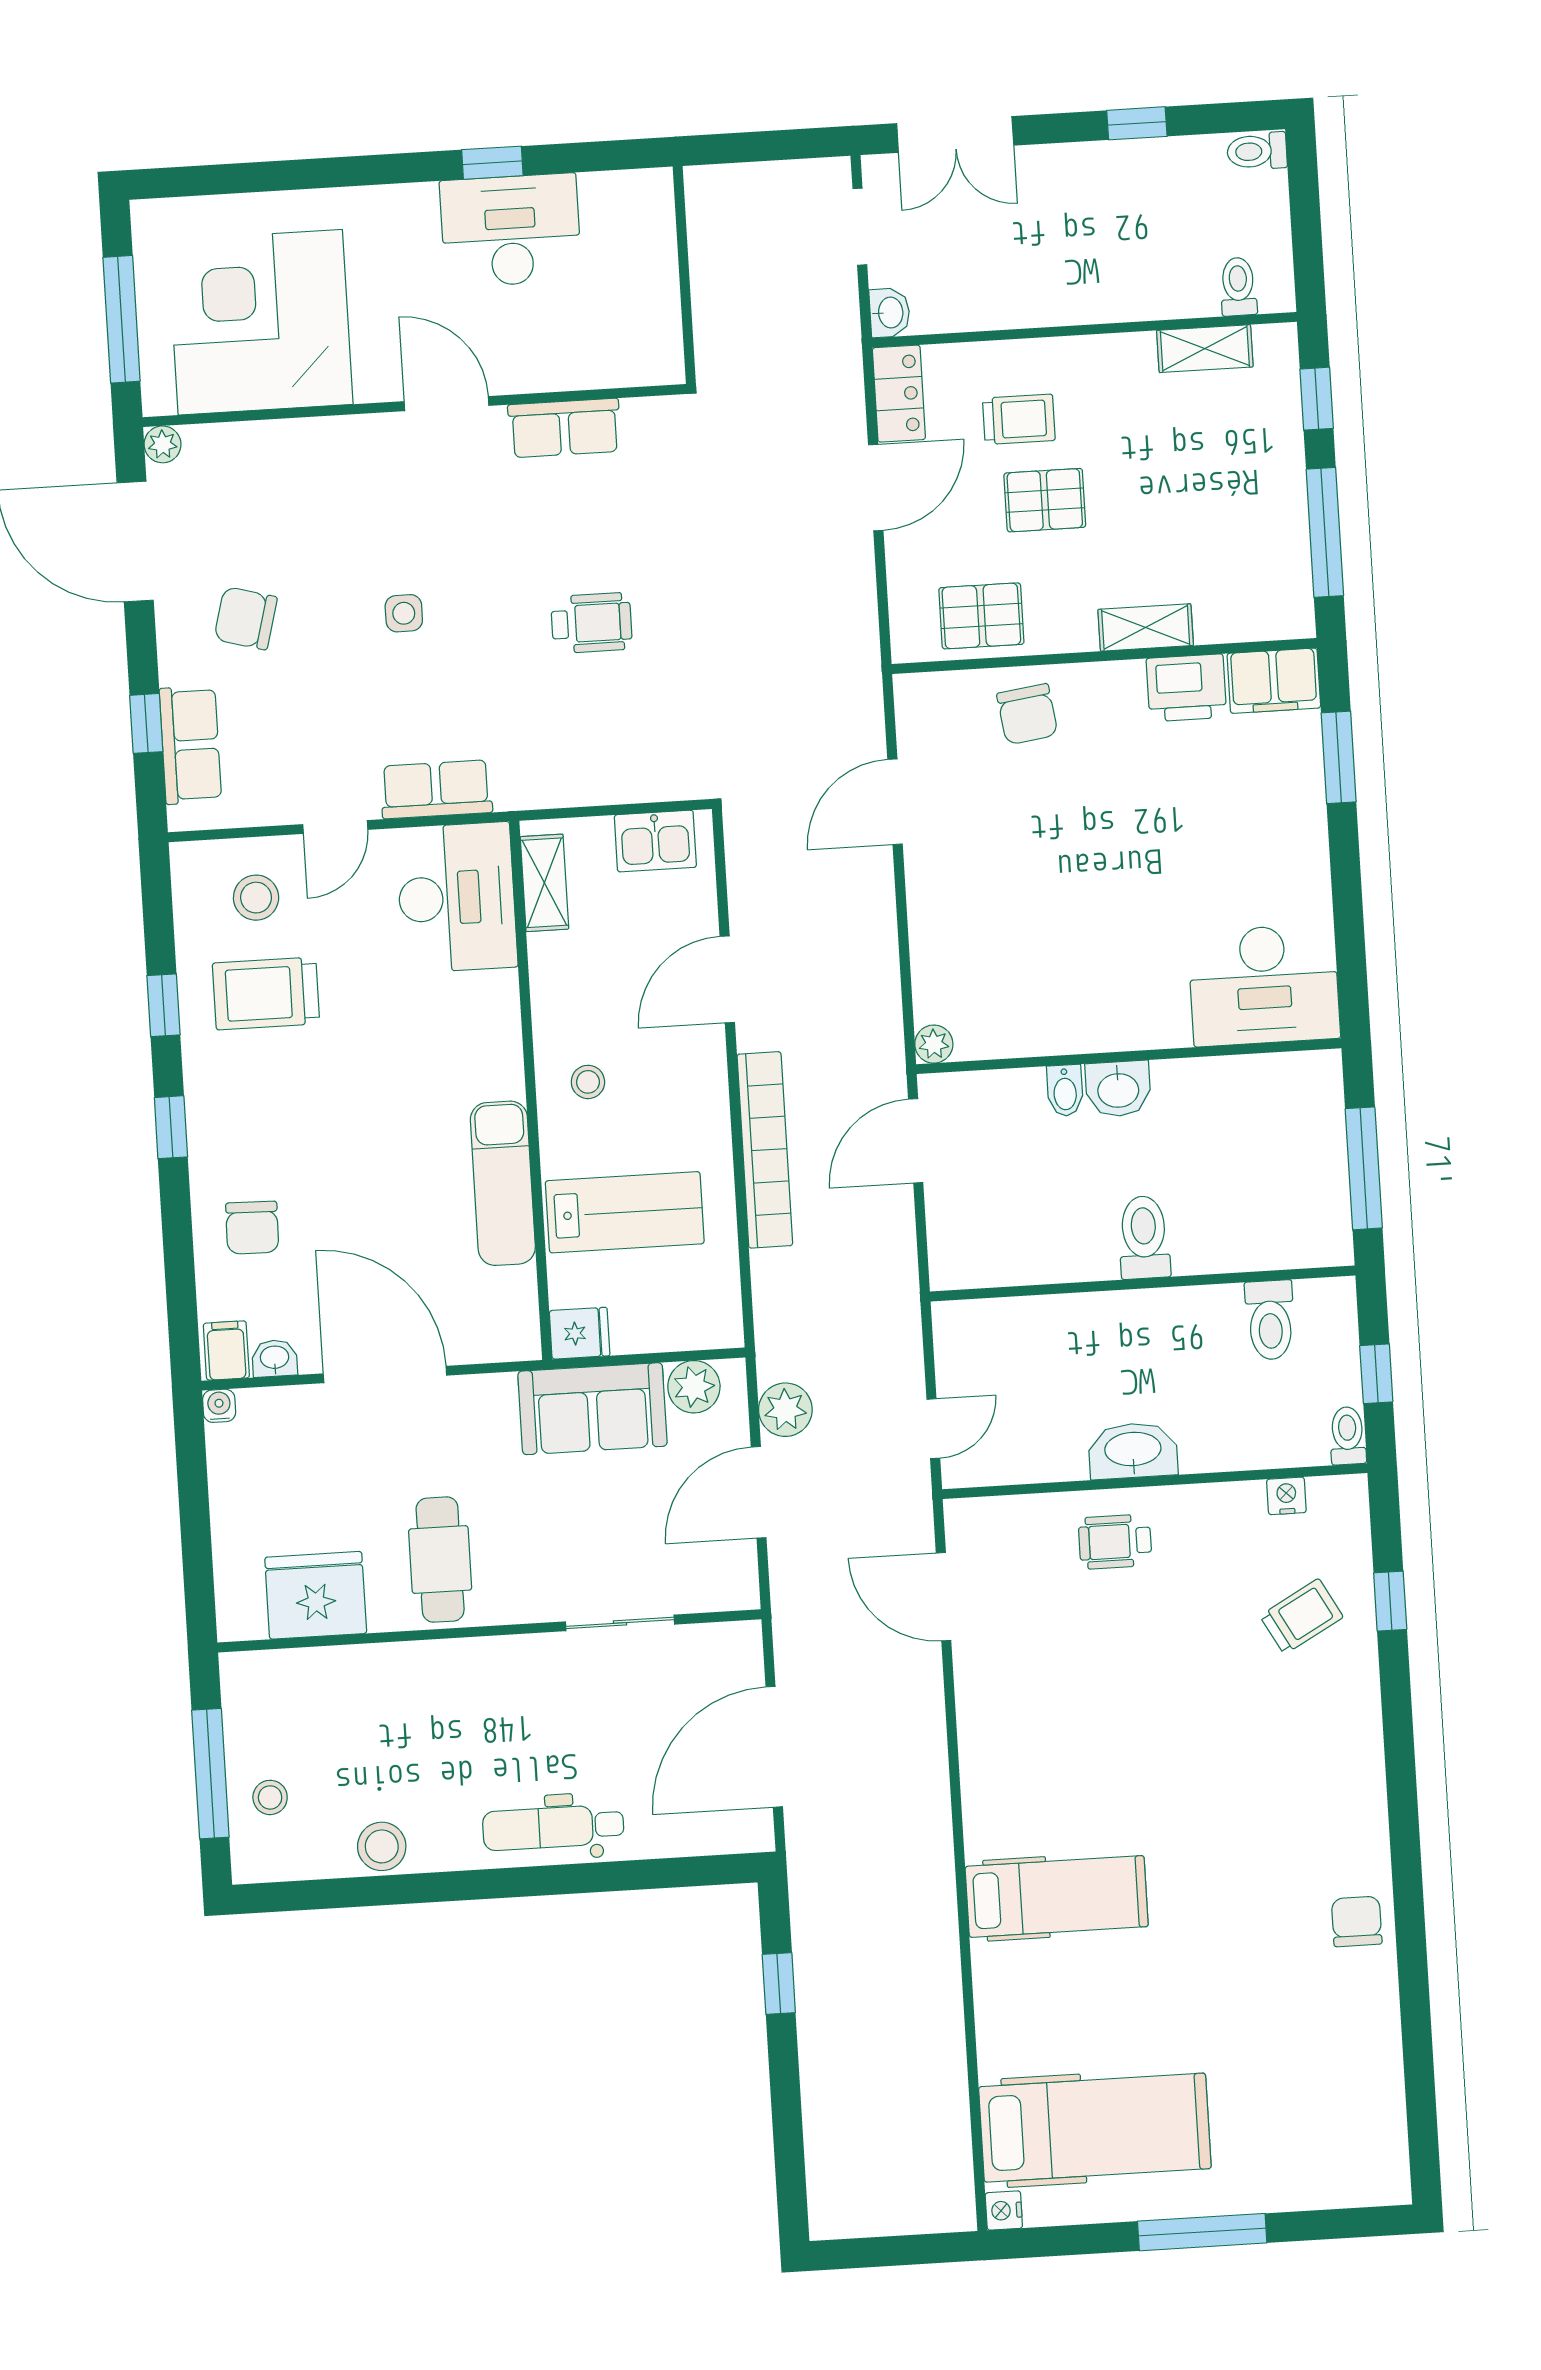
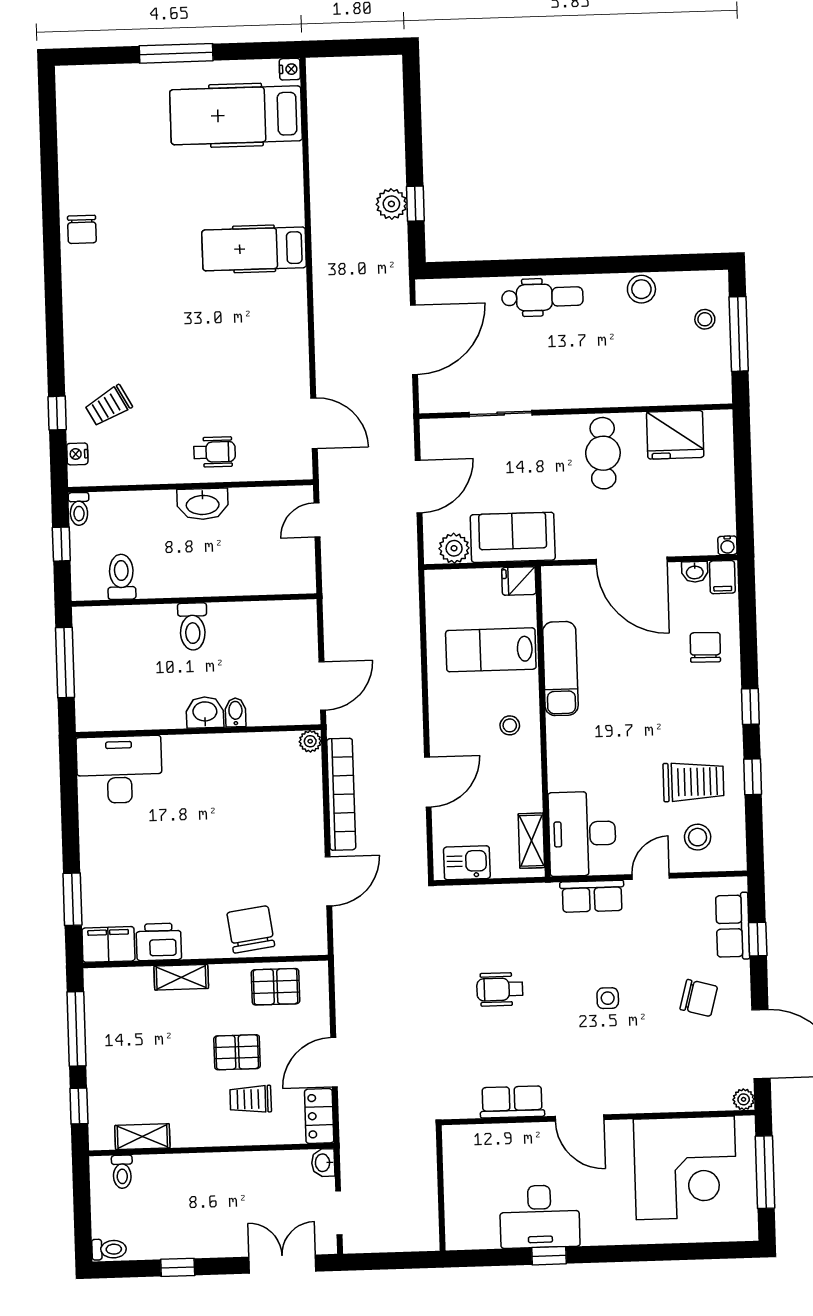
chair: (1027, 714) -> (251, 929), width x1.37, depth x1.37
bookcase: (765, 1150) -> (341, 794), moved, turned 180
plant: (785, 1410) -> (391, 204), moved
nightstand: (1286, 1496) -> (77, 454), moved, turned 90

